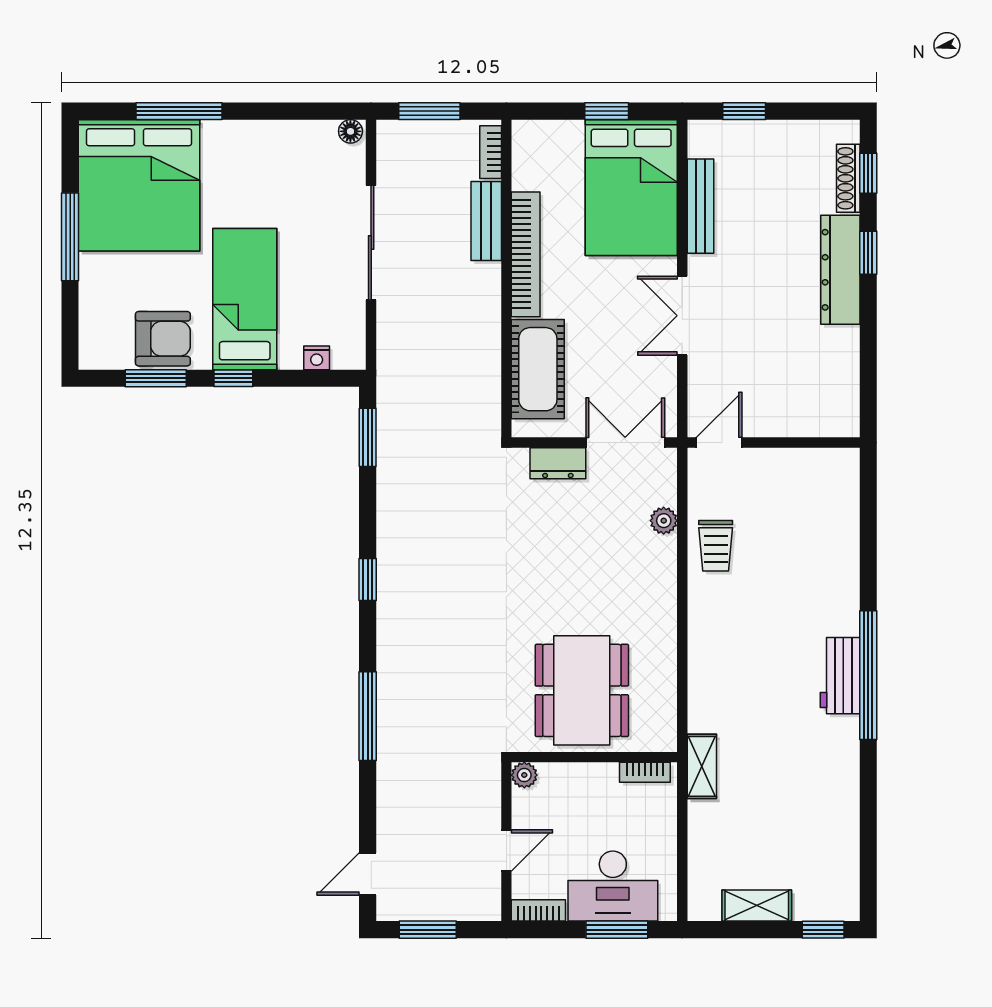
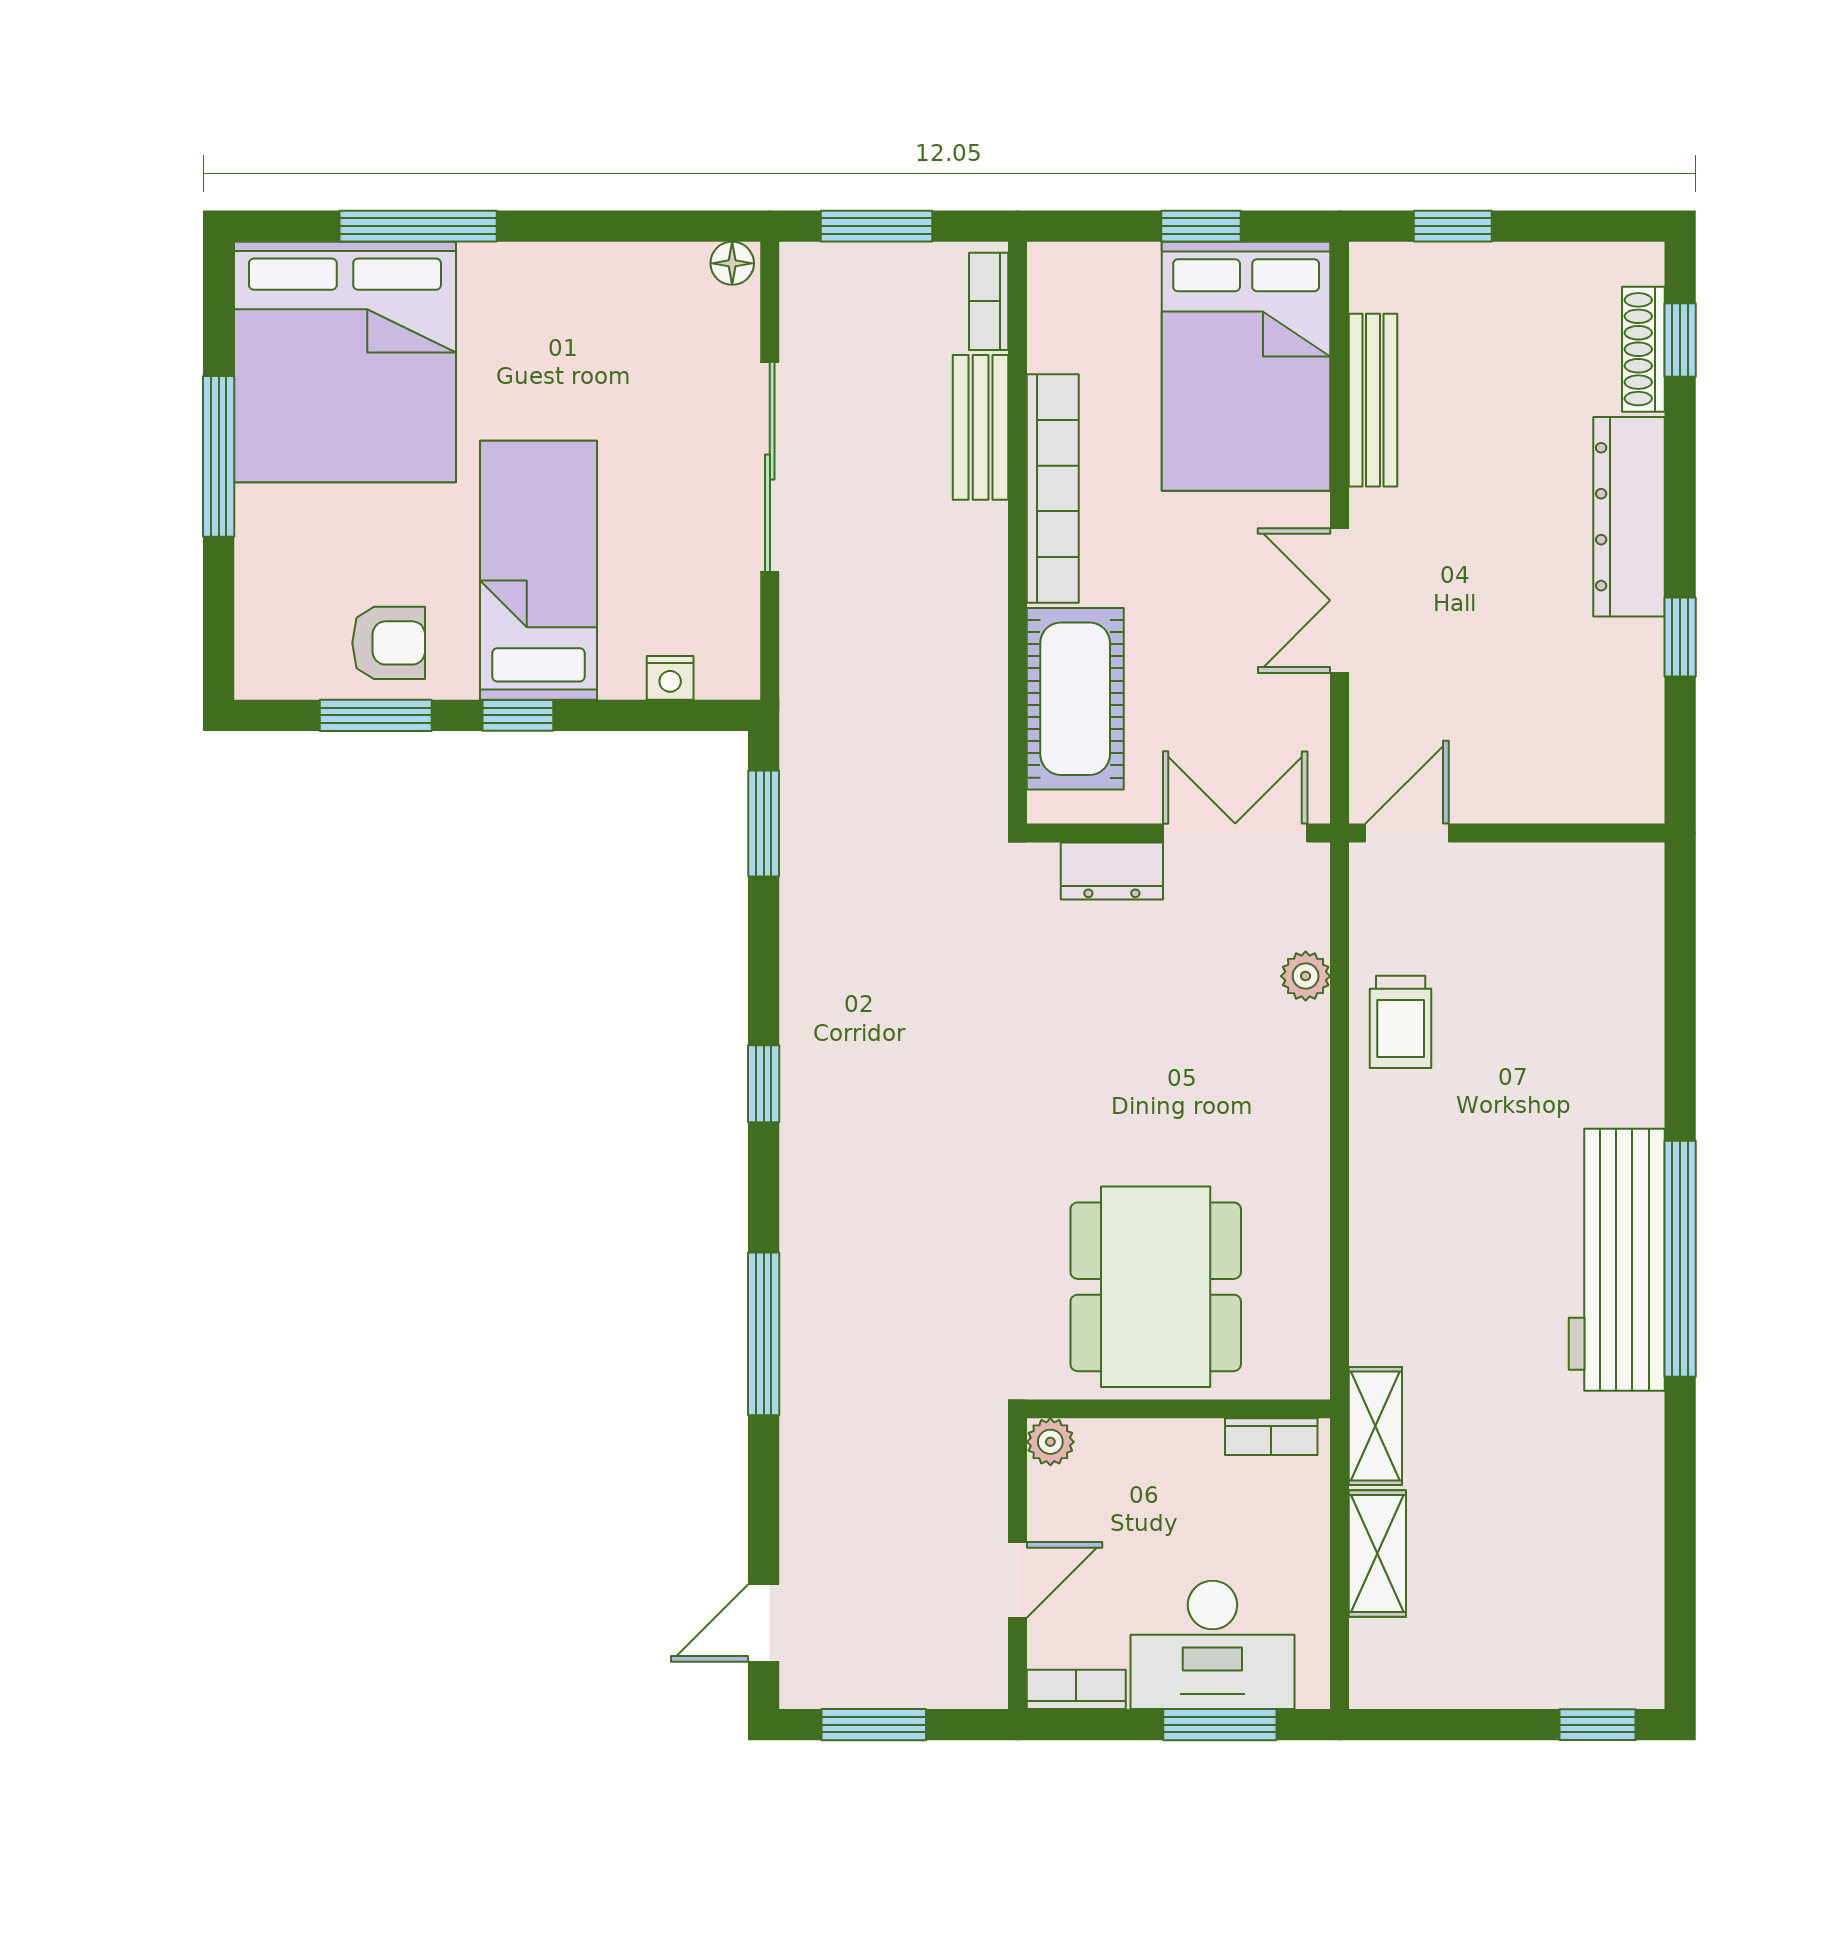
window: (868, 253) -> (1680, 637), moved
armchair: (163, 339) -> (389, 643), width x0.72, depth x0.72
workbench: (840, 676) -> (1617, 1260), width x1.88, depth x1.32
shelving: (757, 906) -> (1377, 1554), moved, turned 90

